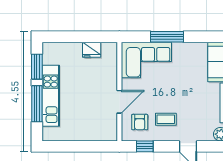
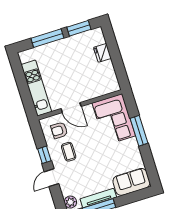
fridge: (92, 50) -> (102, 53), moved
kitchen unit: (51, 96) -> (36, 88), moved, turned -90
window: (145, 146) -> (44, 155), moved

